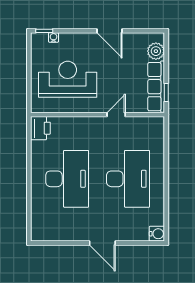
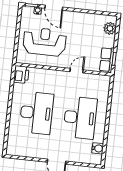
door: (110, 31) -> (54, 8), moved
row of seats: (156, 87) -> (107, 60), width x0.68
water cooler: (157, 234) -> (98, 148), moved

